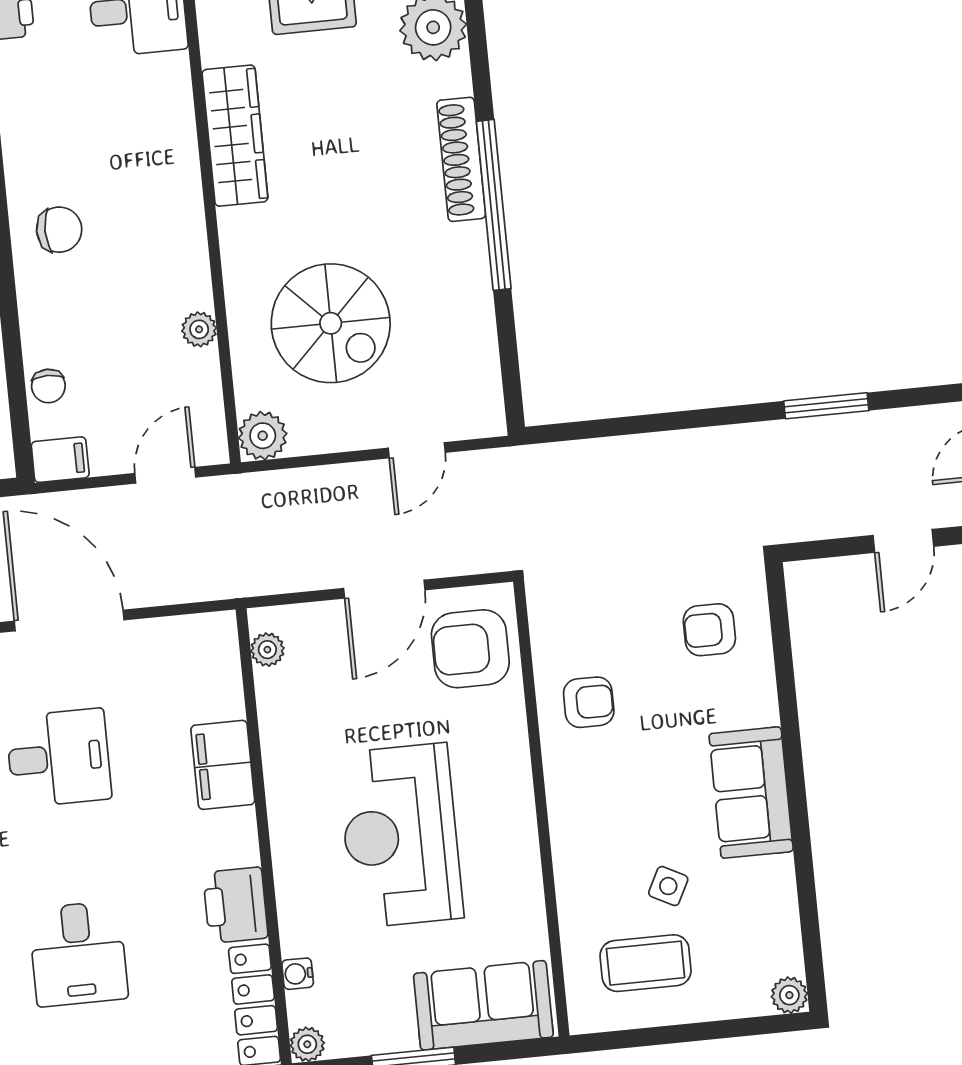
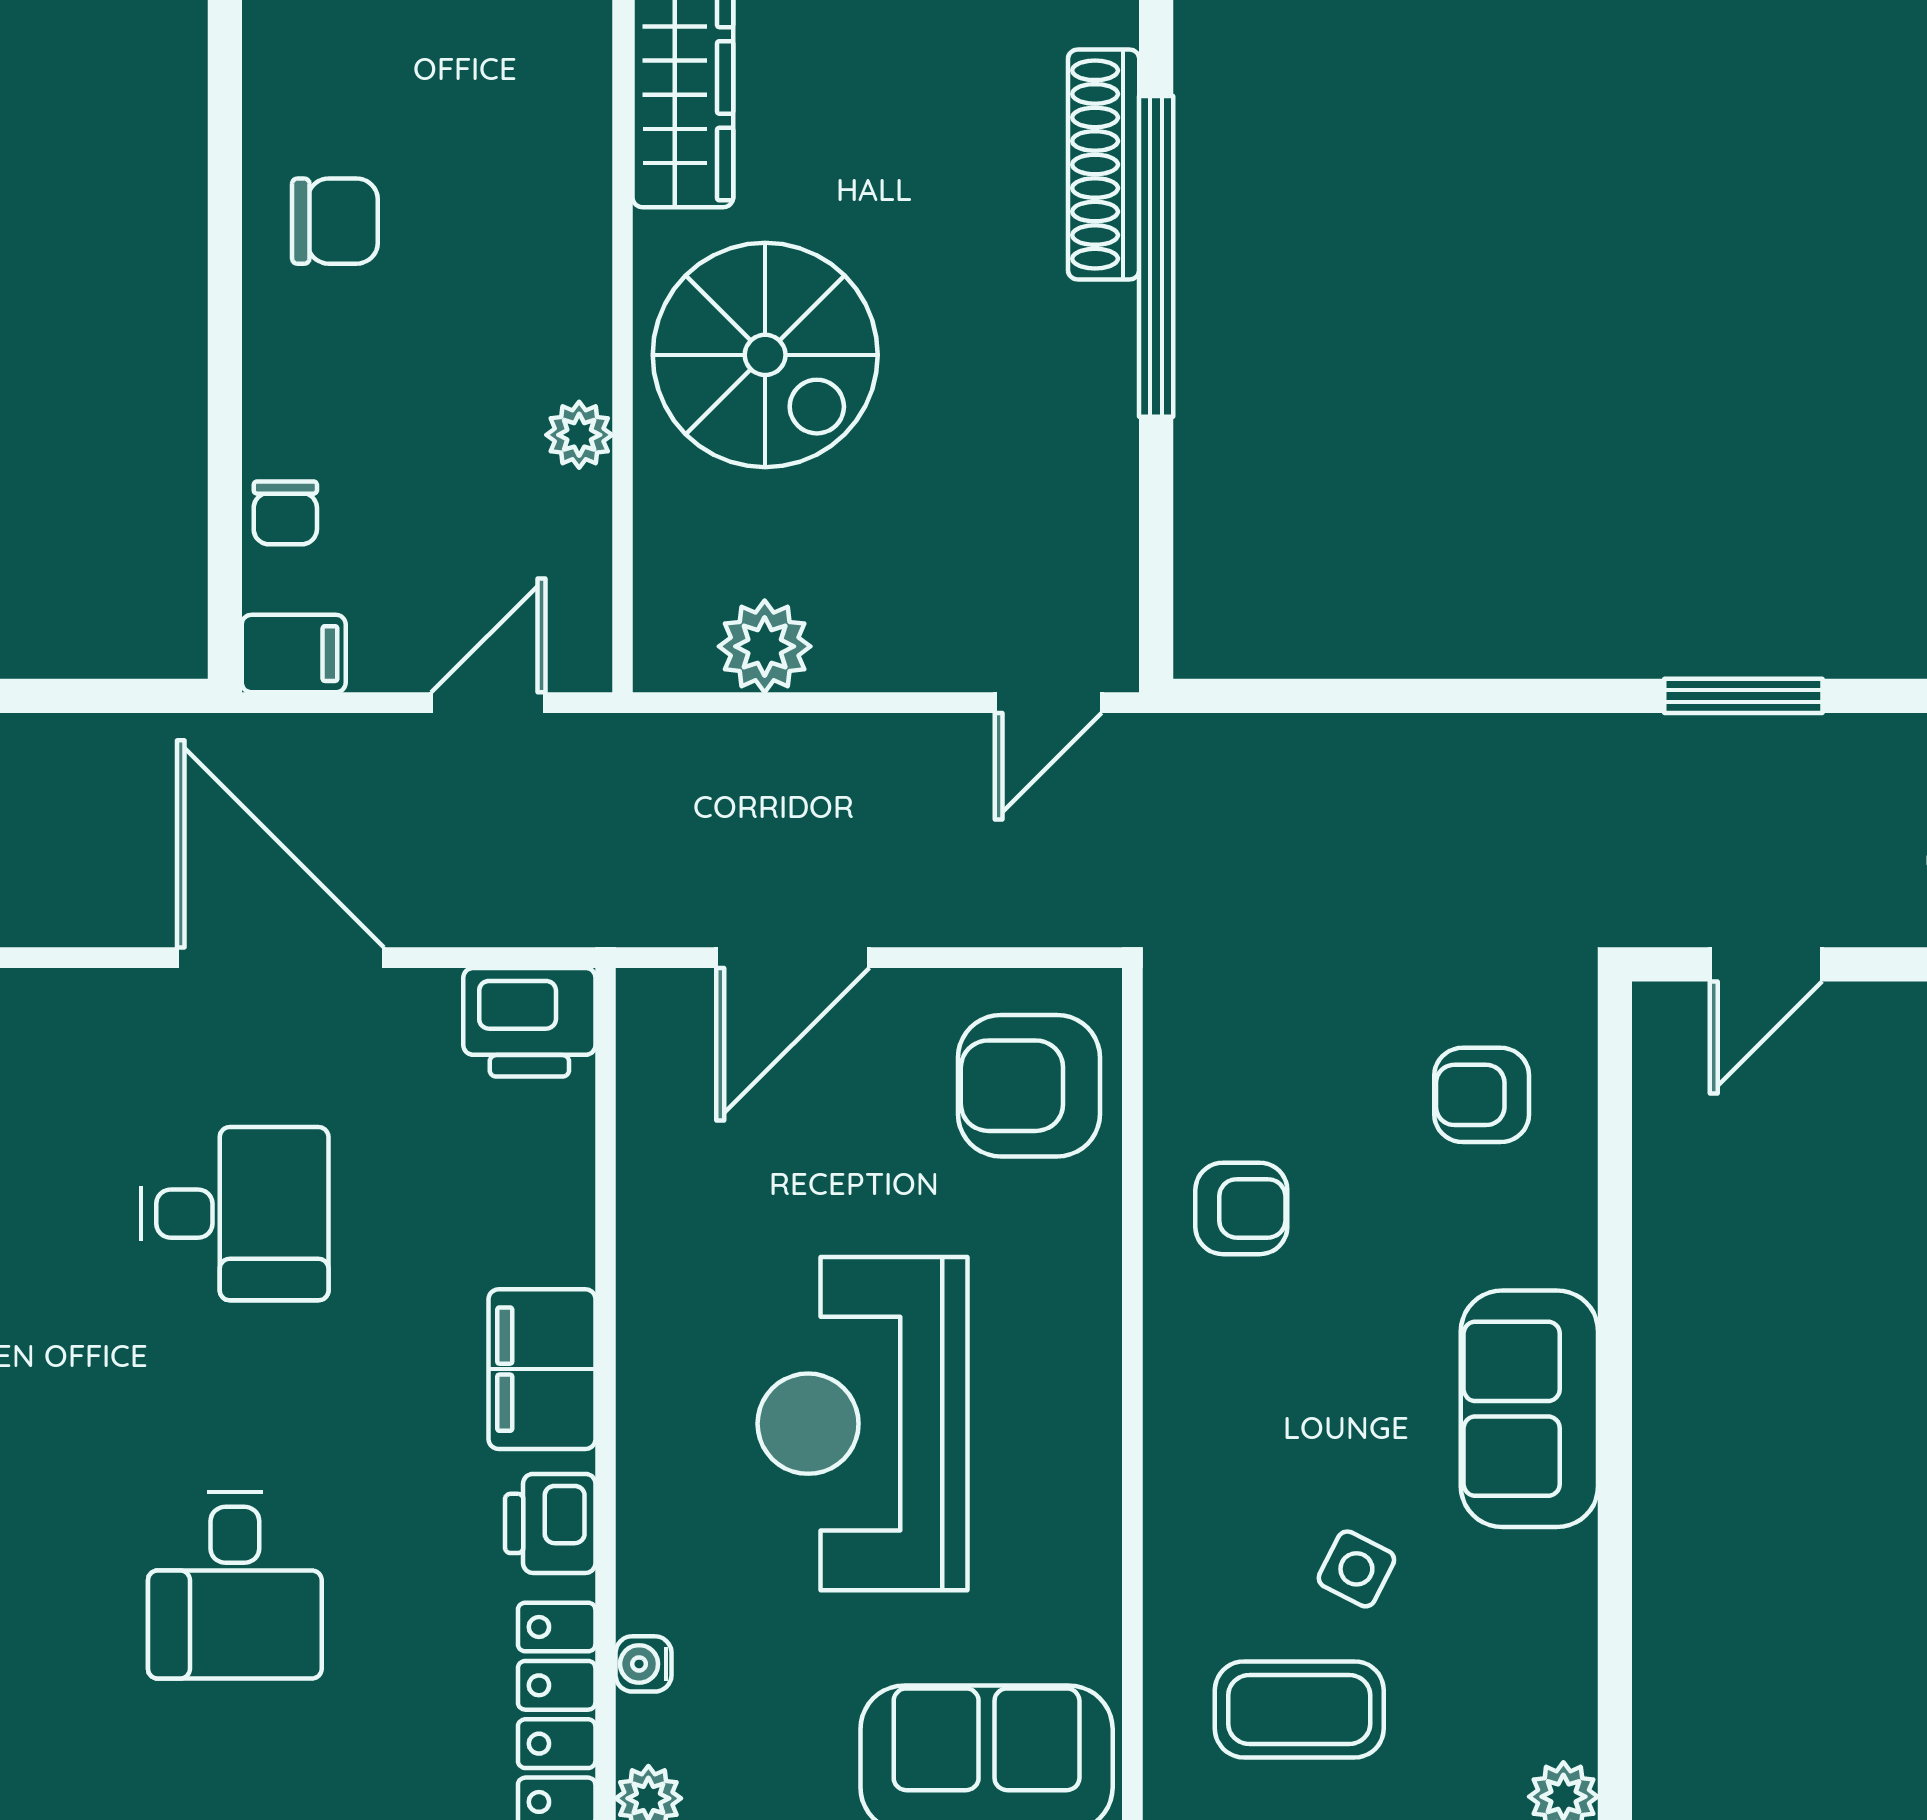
spiral stairs: (331, 323) -> (765, 355), moved
plant: (263, 436) -> (765, 646), moved
door: (417, 450) -> (1048, 703), moved
door: (903, 541) -> (1766, 964), moved
door: (384, 589) -> (793, 958), moved
printer: (204, 642) -> (529, 1022), added
plant: (267, 650) -> (648, 1049), removed
filing cabinet: (223, 765) -> (542, 1369), moved
printer: (235, 905) -> (550, 1523), width x0.73, depth x0.81

